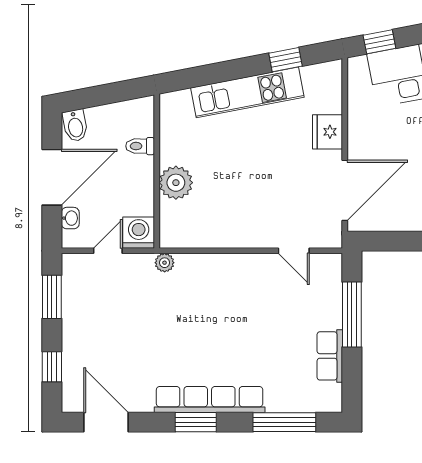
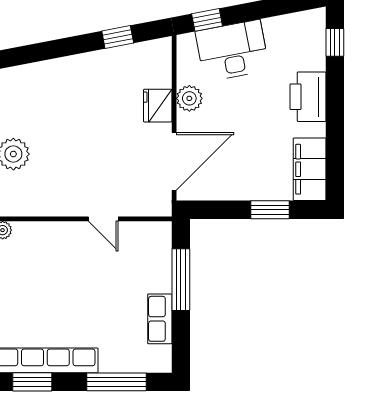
kitchen unit: (247, 92) -> (81, 68), removed
plant: (361, 124) -> (189, 98), added
door: (294, 251) -> (103, 219), moved

